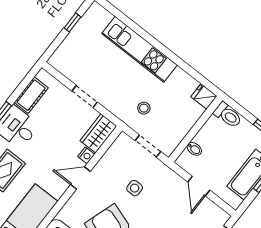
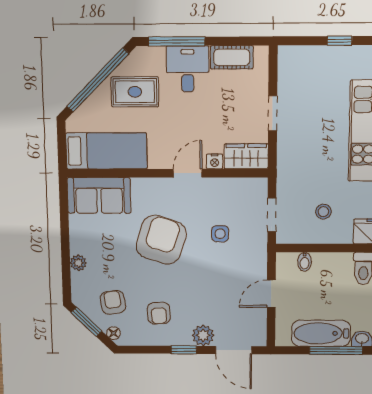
stool: (144, 108) -> (323, 212), moved
door: (80, 178) -> (188, 173), hinge flipped

